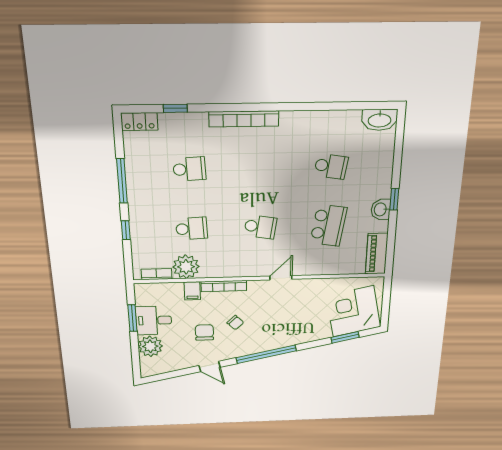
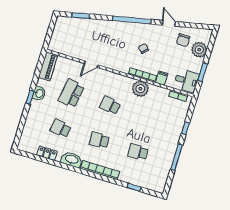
washbasin: (380, 120) -> (72, 160), moved
locker: (139, 122) -> (47, 153), moved
school desk: (192, 229) -> (99, 140), moved
plant: (186, 267) -> (140, 89), moved
door: (281, 278) -> (91, 64), moved
corner desk: (353, 311) -> (71, 32), removed
desk: (154, 320) -> (186, 81), moved
chair: (204, 332) -> (183, 40), moved

